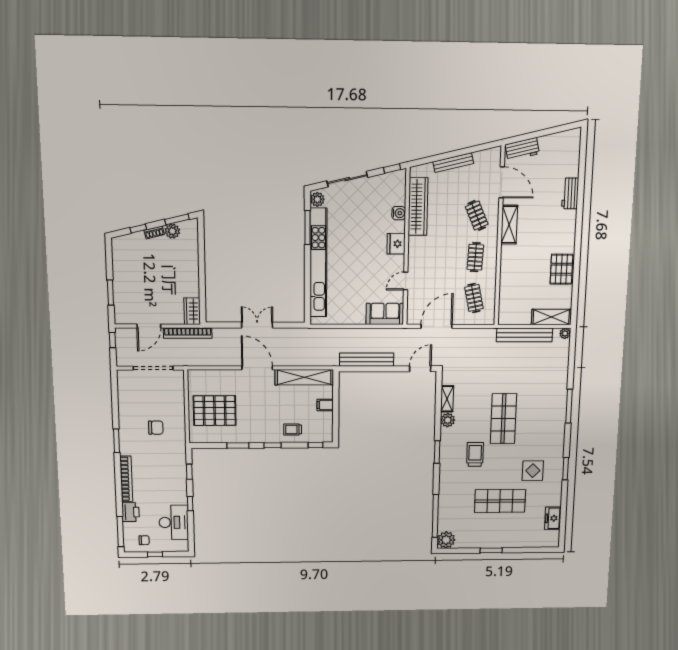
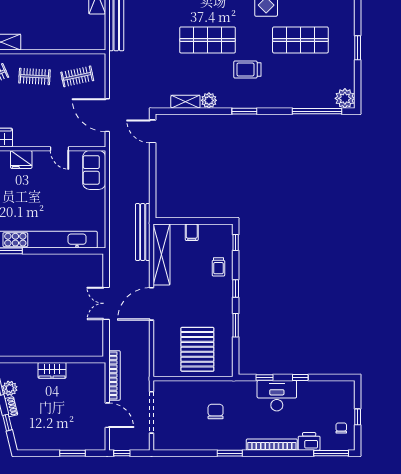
wardrobe: (192, 311) -> (52, 370), moved
bench: (367, 360) -> (143, 232), moved
shop shelf: (500, 501) -> (300, 40), turned 90
desk: (174, 522) -> (277, 396), moved

